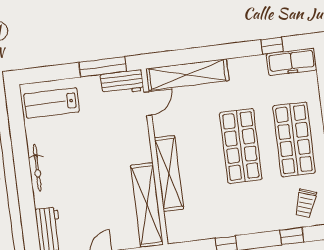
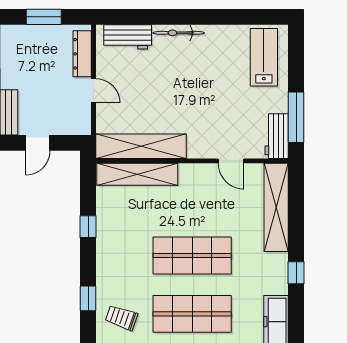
window: (272, 46) -> (296, 273), moved
door: (148, 104) -> (231, 161), moved
bicycle: (37, 168) -> (179, 33), moved
shelving: (169, 173) -> (137, 174), moved

